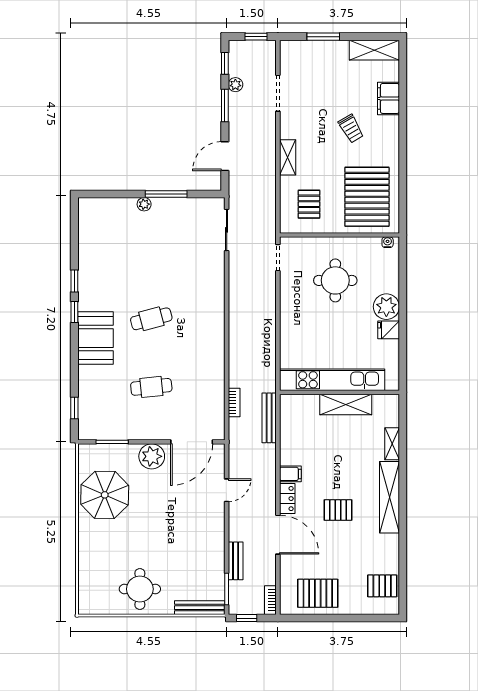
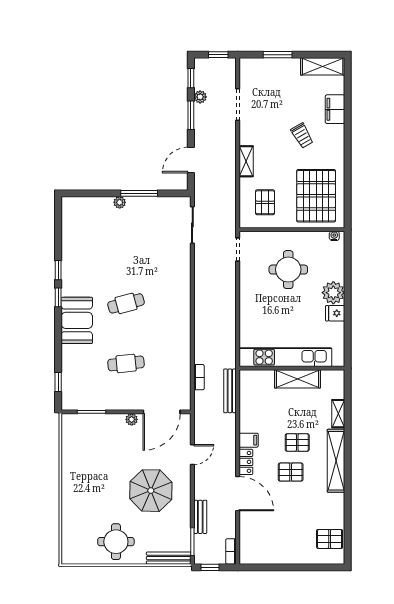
plant: (152, 456) -> (132, 419), width x0.53, depth x0.53
parasol: (105, 495) -> (151, 491), moved
pallet: (318, 593) -> (297, 442), moved, width x0.67, depth x0.71

